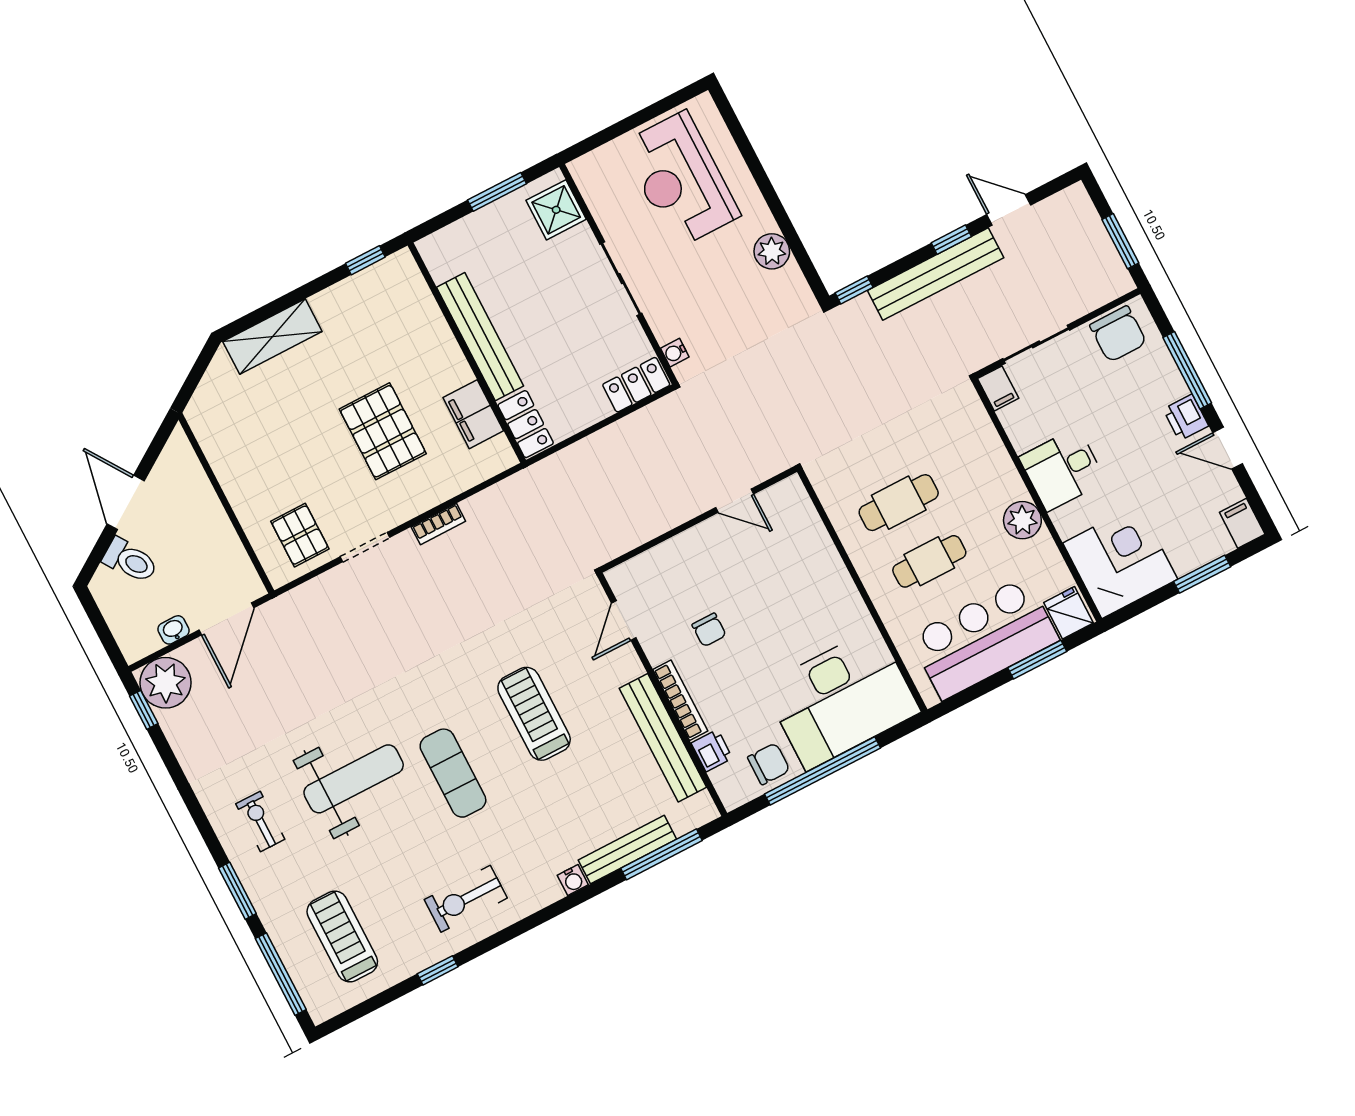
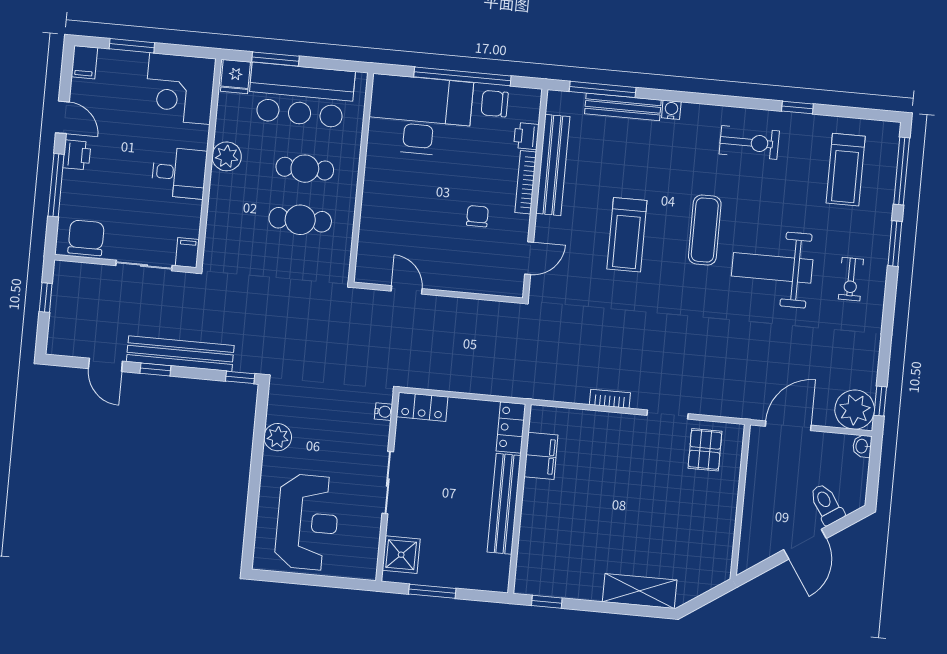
window: (1120, 241) -> (46, 298), width x0.67
pallet: (383, 431) -> (607, 483), removed
washbasin: (174, 630) -> (862, 446), moved, turned 90

